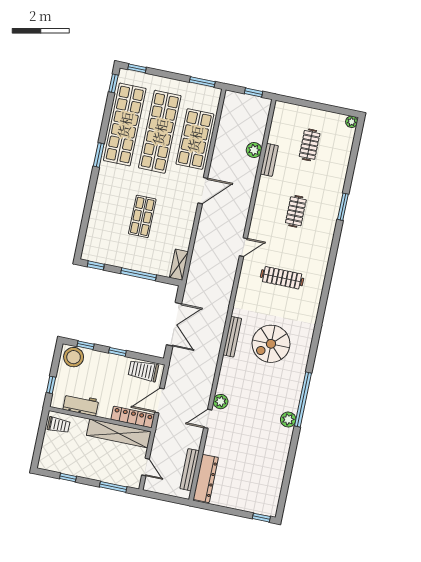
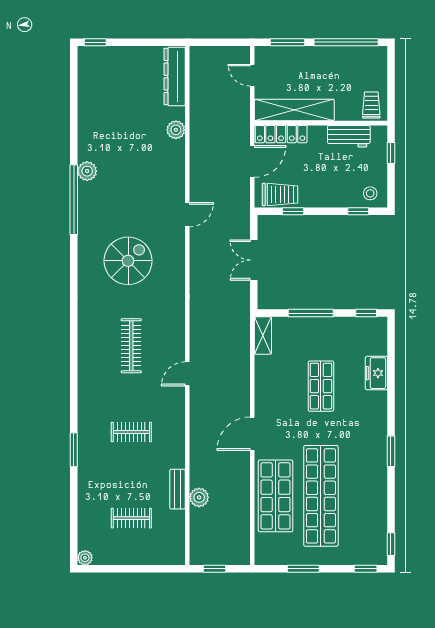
window: (202, 82) -> (303, 569), moved
shop shelf: (125, 125) -> (366, 496), removed
clothes rail: (310, 145) -> (131, 518), turned 90
clothes rail: (296, 211) -> (131, 432), turned 90
freezer: (97, 218) -> (376, 373), added
clothes rail: (282, 278) -> (131, 346), turned 90
double door: (174, 324) -> (254, 260), width x0.73
bench: (232, 337) -> (178, 260), removed
window: (117, 352) -> (293, 211), moved
stool: (74, 357) -> (370, 193), width x0.53, depth x0.53
plant: (221, 402) -> (176, 130), moved
door: (208, 419) -> (187, 215), moved
trolley: (59, 425) -> (371, 105), turned 90
bench: (190, 470) -> (197, 83), removed
window: (68, 477) -> (346, 42), width x3.17

